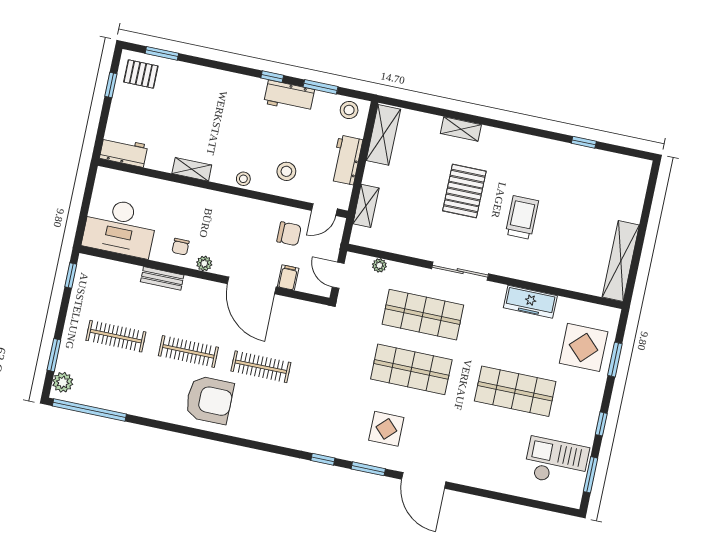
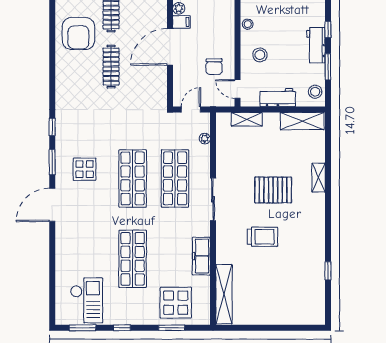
shelving: (621, 261) -> (224, 294), moved, turned 90
filing cabinet: (288, 278) -> (181, 22), moved

